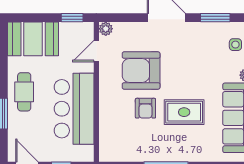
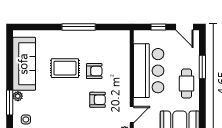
armchair: (141, 70) -> (98, 100), width x0.53, depth x0.53
armchair: (145, 108) -> (94, 71), turned 90

